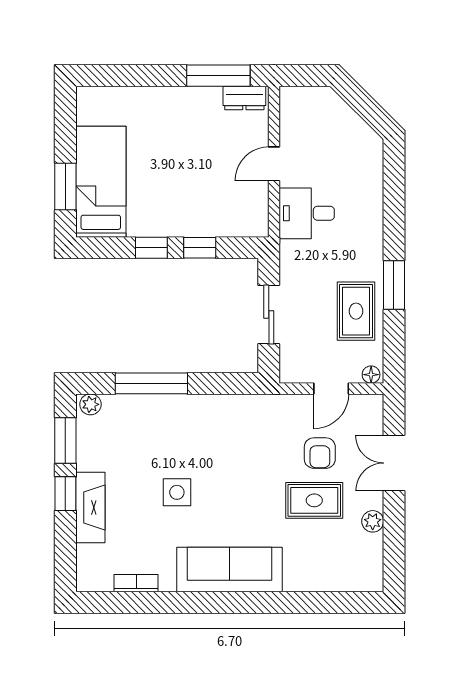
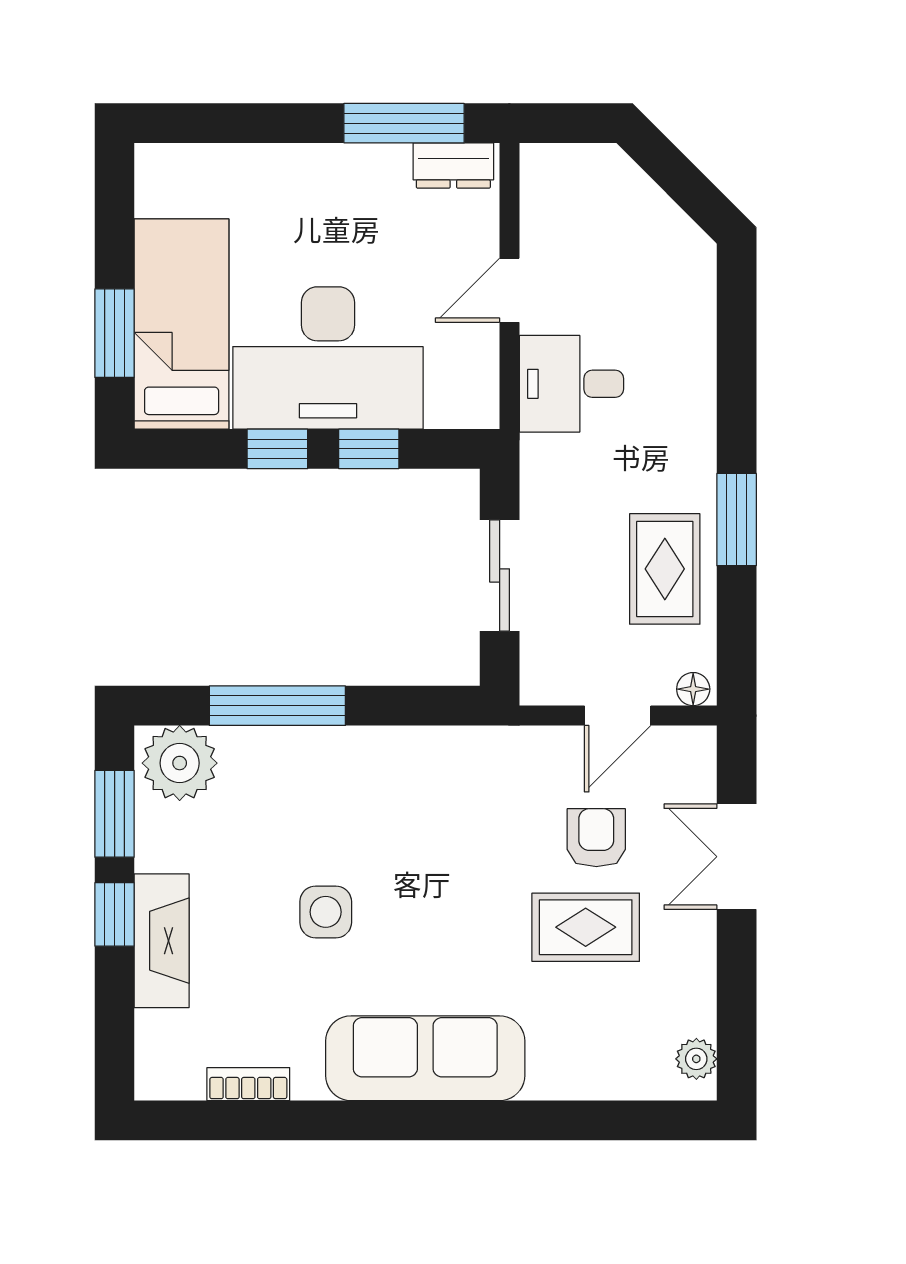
desk: (178, 200) -> (328, 358), added
plant: (90, 404) -> (180, 763), width x1.87, depth x1.87
armchair: (320, 453) -> (596, 838), turned 180
plant: (373, 521) -> (696, 1059), moved

